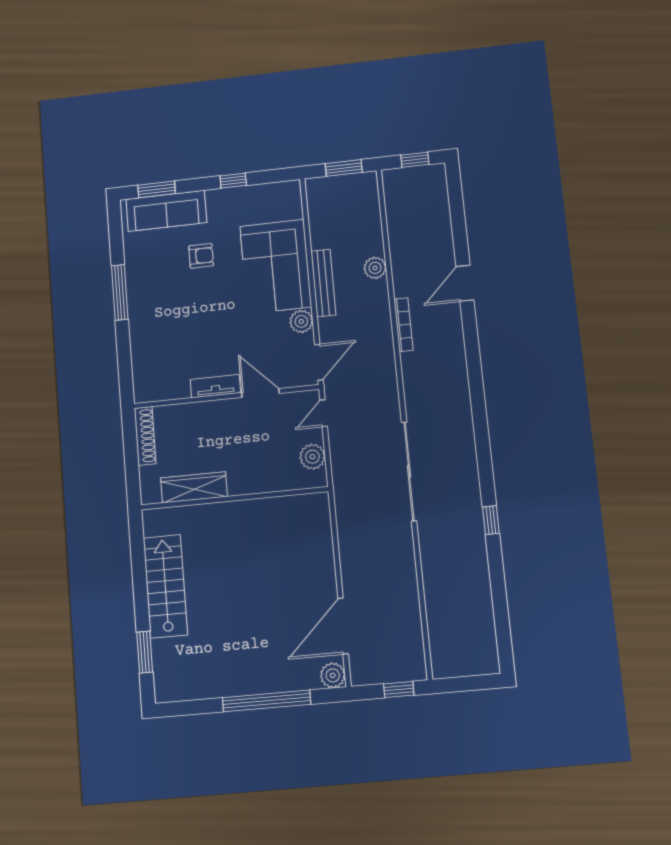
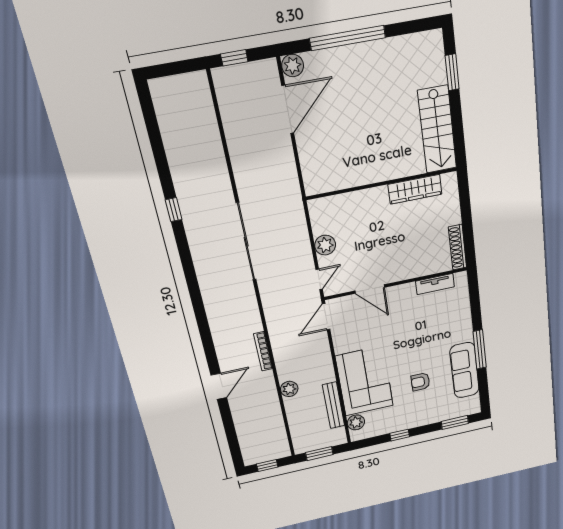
sofa: (166, 211) -> (464, 370), moved, turned -90
bench: (323, 283) -> (334, 405), moved
plant: (301, 321) -> (356, 422), moved
tv unit: (215, 386) -> (435, 284), moved
wardrobe: (194, 487) -> (415, 189), moved
wall: (234, 498) -> (382, 184), moved

